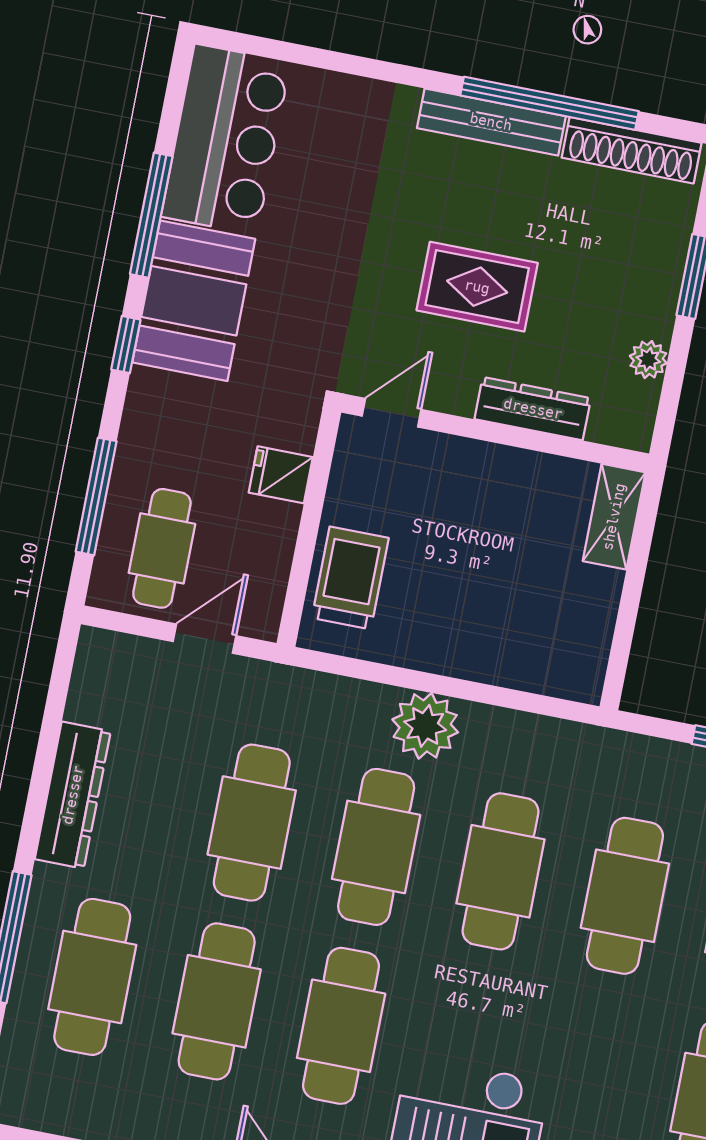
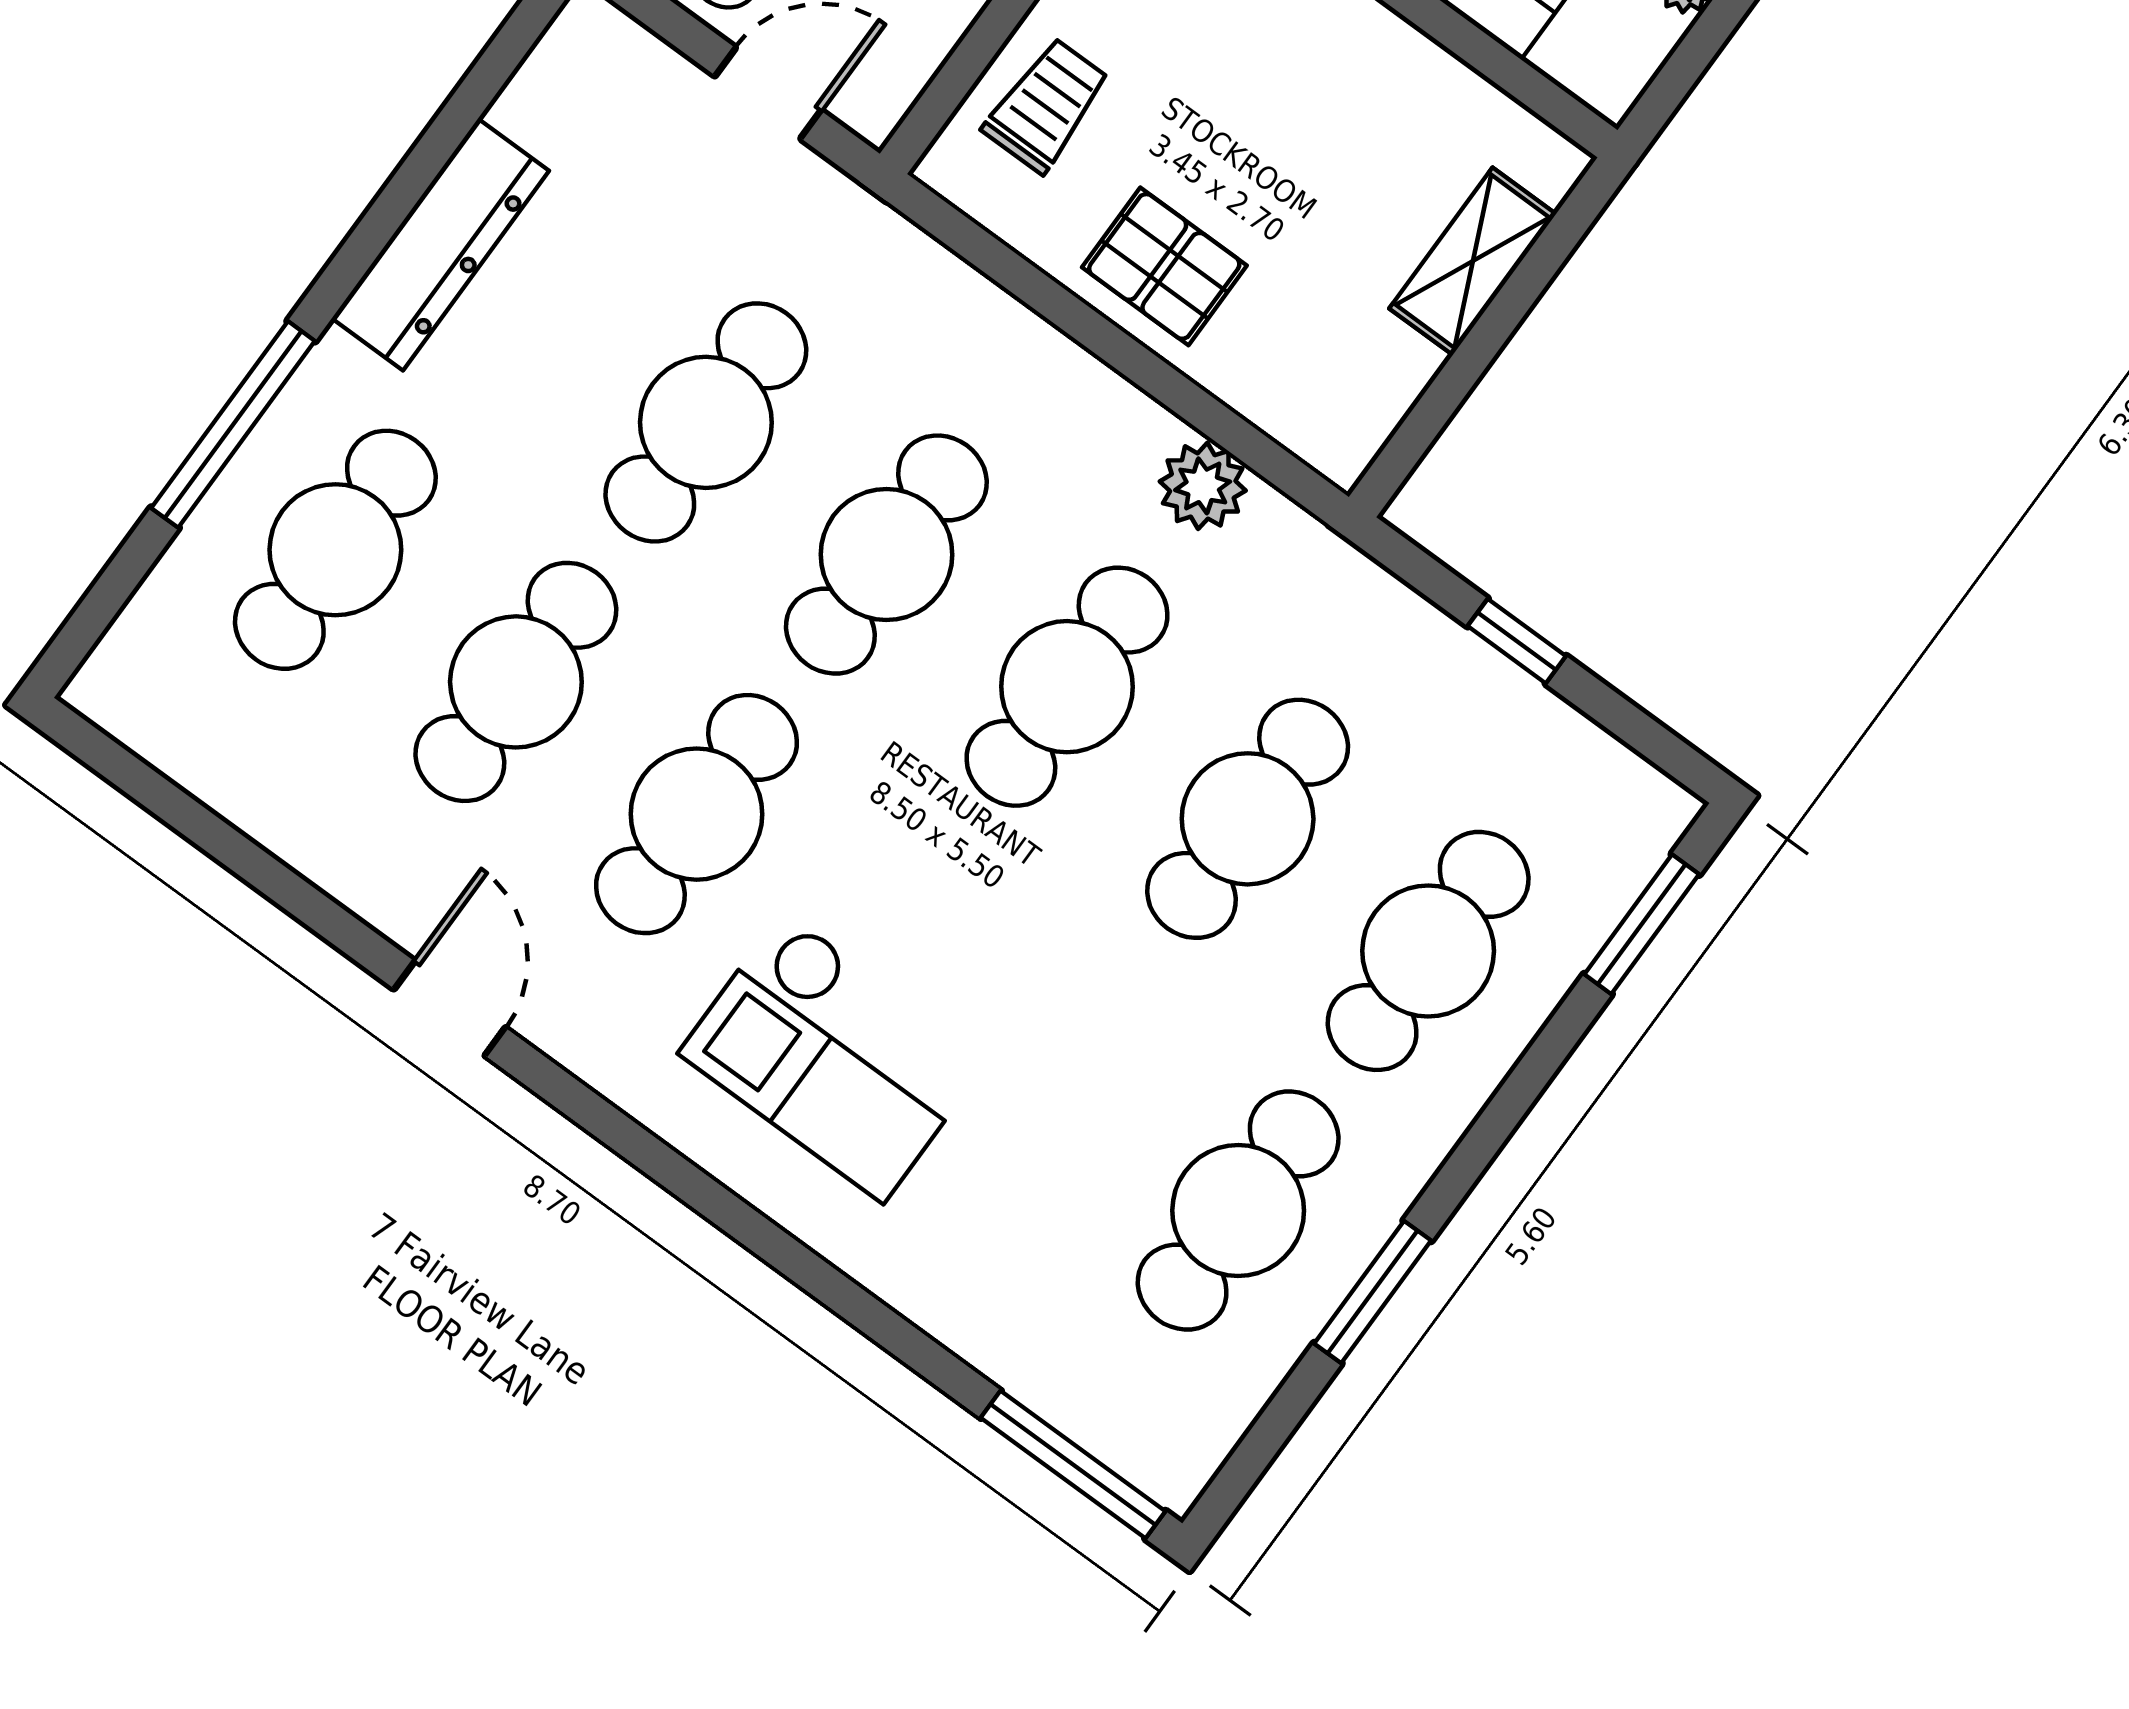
shelving: (614, 517) -> (1473, 261), moved
trolley: (350, 578) -> (1046, 105), width x0.73, depth x0.72
pallet: (449, 632) -> (1164, 266), added
plant: (425, 726) -> (1203, 486), moved, width x0.73, depth x0.73

